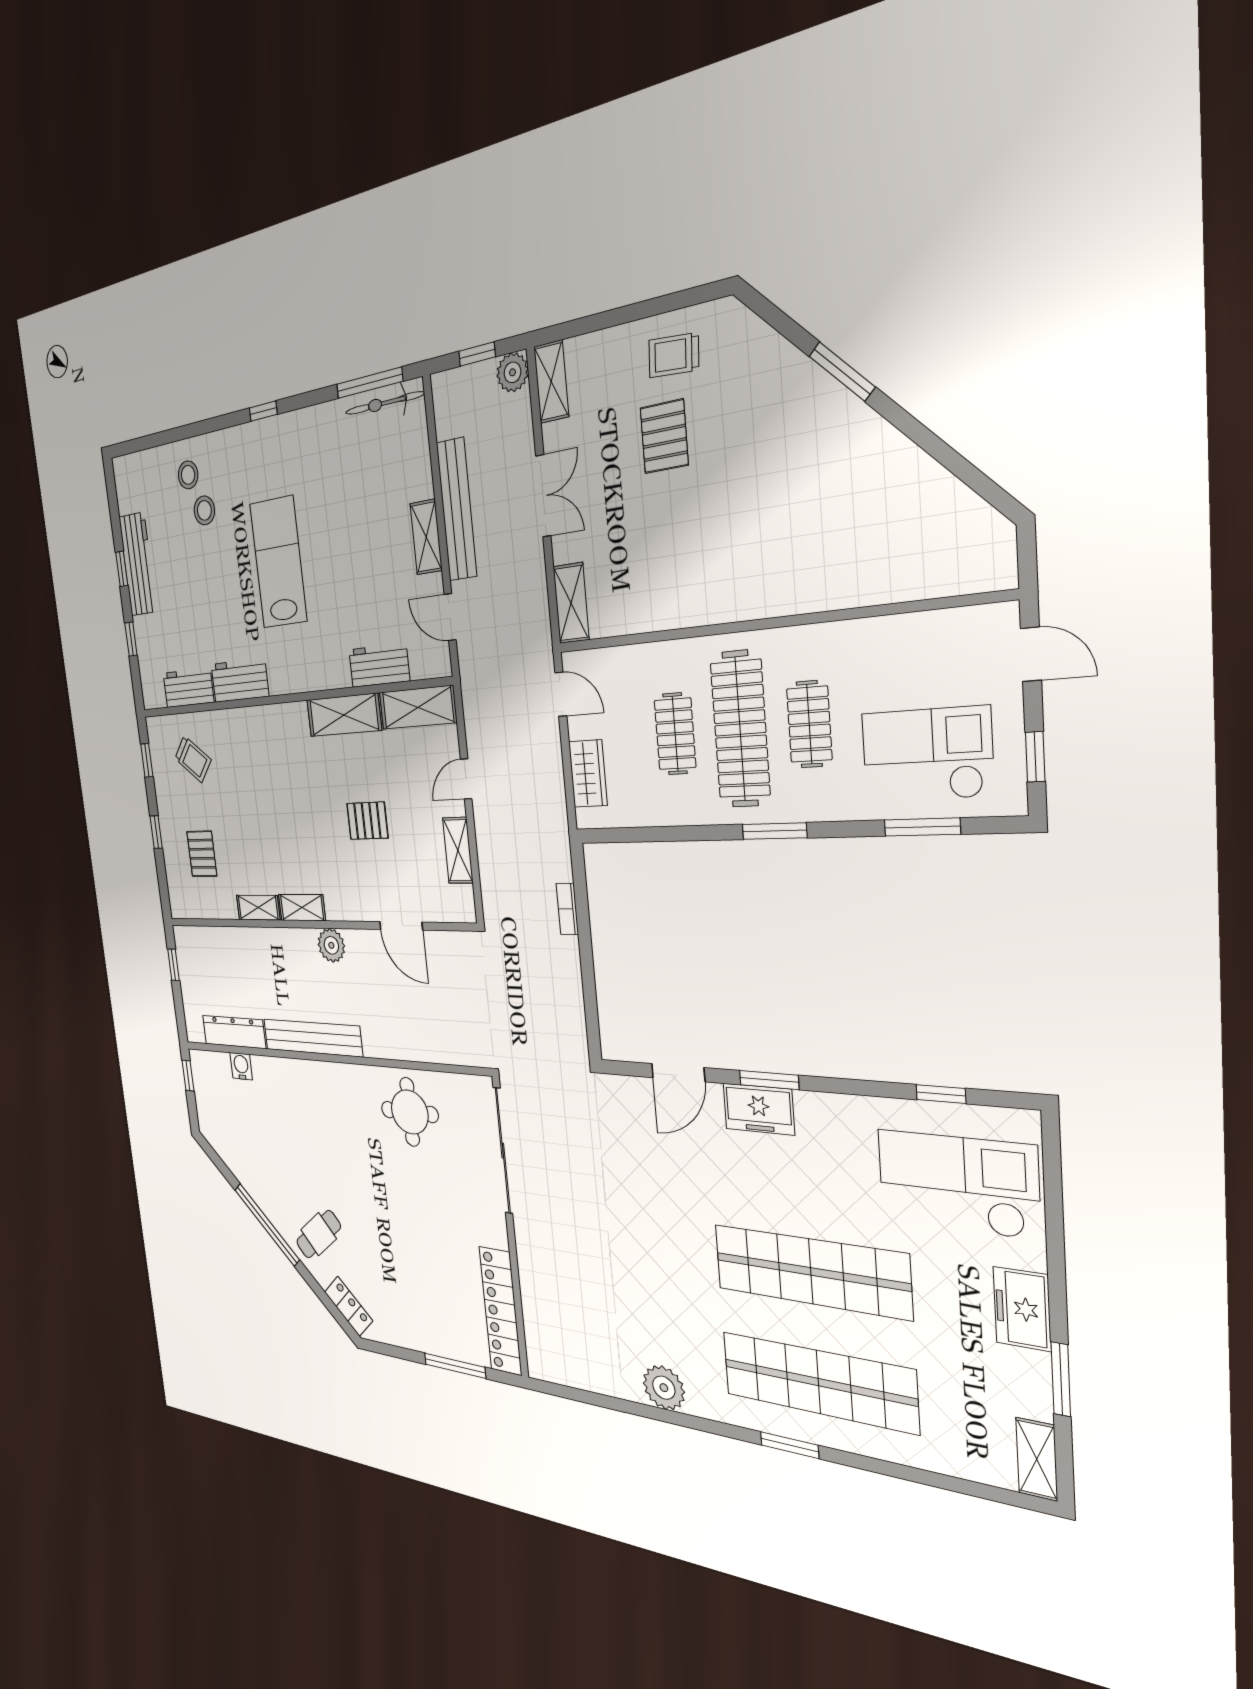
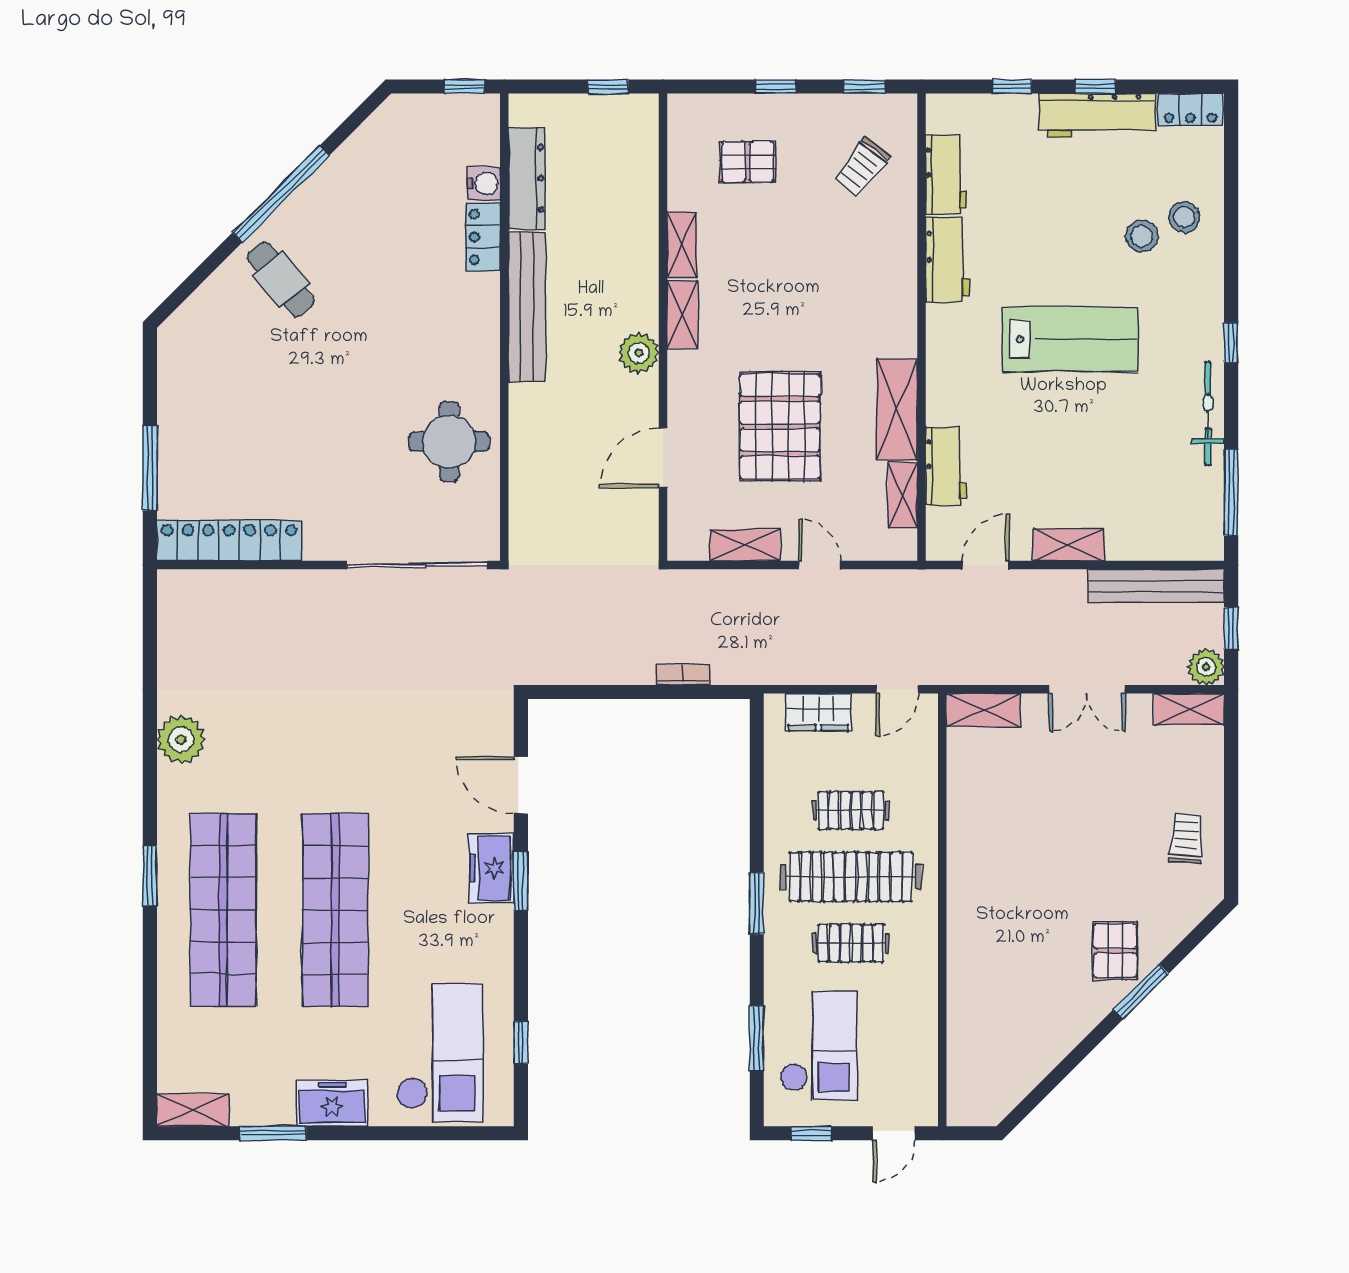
bicycle: (384, 403) -> (1208, 414), moved
pallet: (664, 436) -> (1115, 951), moved, turned 90
locker: (124, 485) -> (1190, 110), added
bench: (457, 510) -> (1156, 586), moved
shelving: (418, 707) -> (903, 496), width x0.67, depth x0.75
pallet: (367, 821) -> (780, 426), width x2.05, depth x2.00
locker: (348, 1306) -> (483, 237), moved, turned 135

